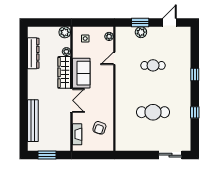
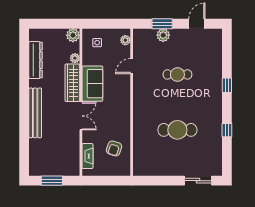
bench: (33, 121) -> (35, 113), moved

